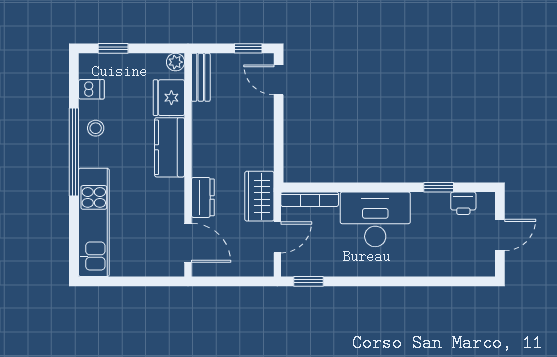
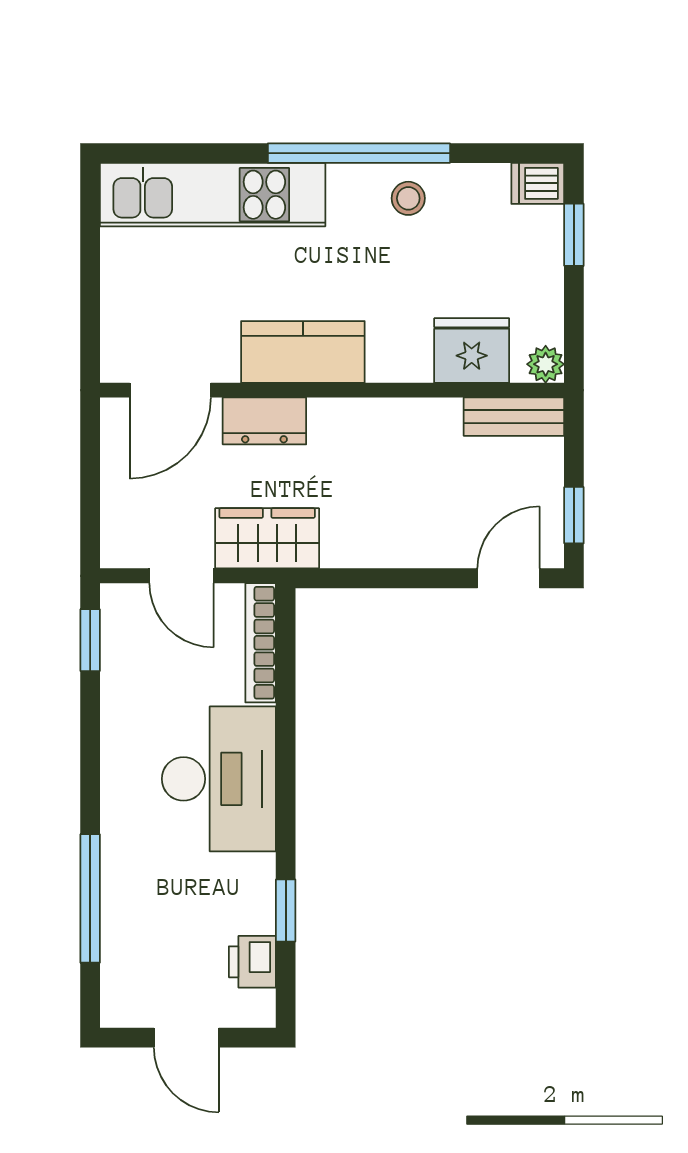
dishwasher: (91, 89) -> (538, 183), moved, turned 90
kitchen counter: (170, 147) -> (303, 352), moved
window: (433, 281) -> (90, 898), added

